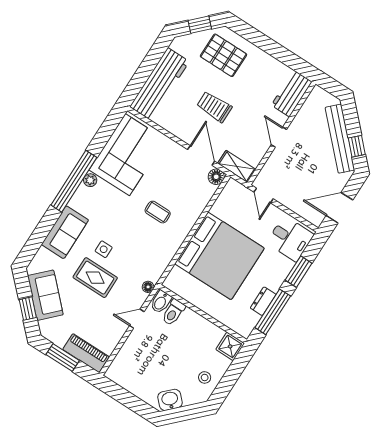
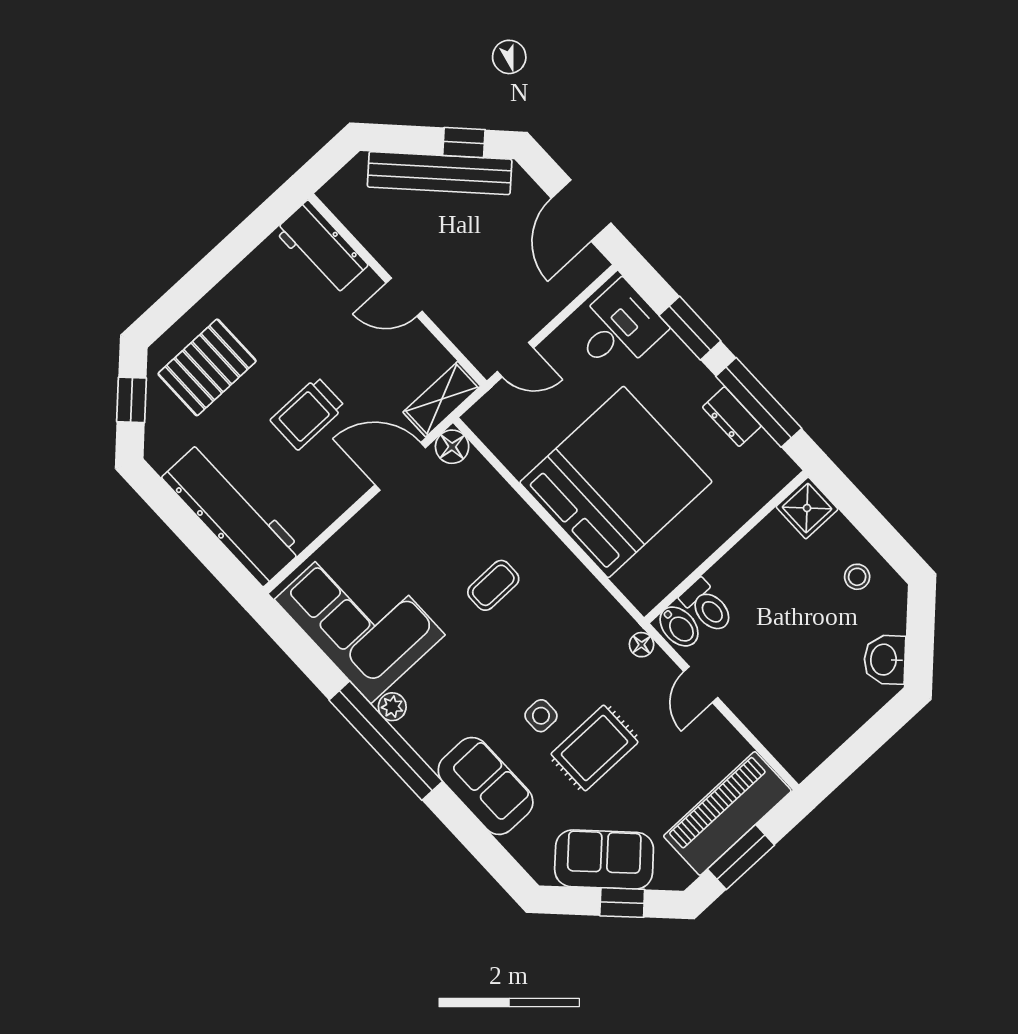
piano: (86, 353) -> (727, 813), width x1.37, depth x1.33

